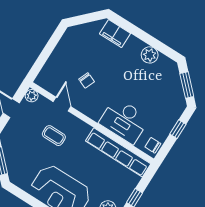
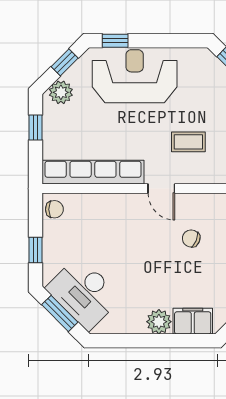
plant: (150, 55) -> (159, 322), moved
door: (62, 104) -> (161, 189), moved
desk: (124, 121) -> (84, 293), moved, turned -135

